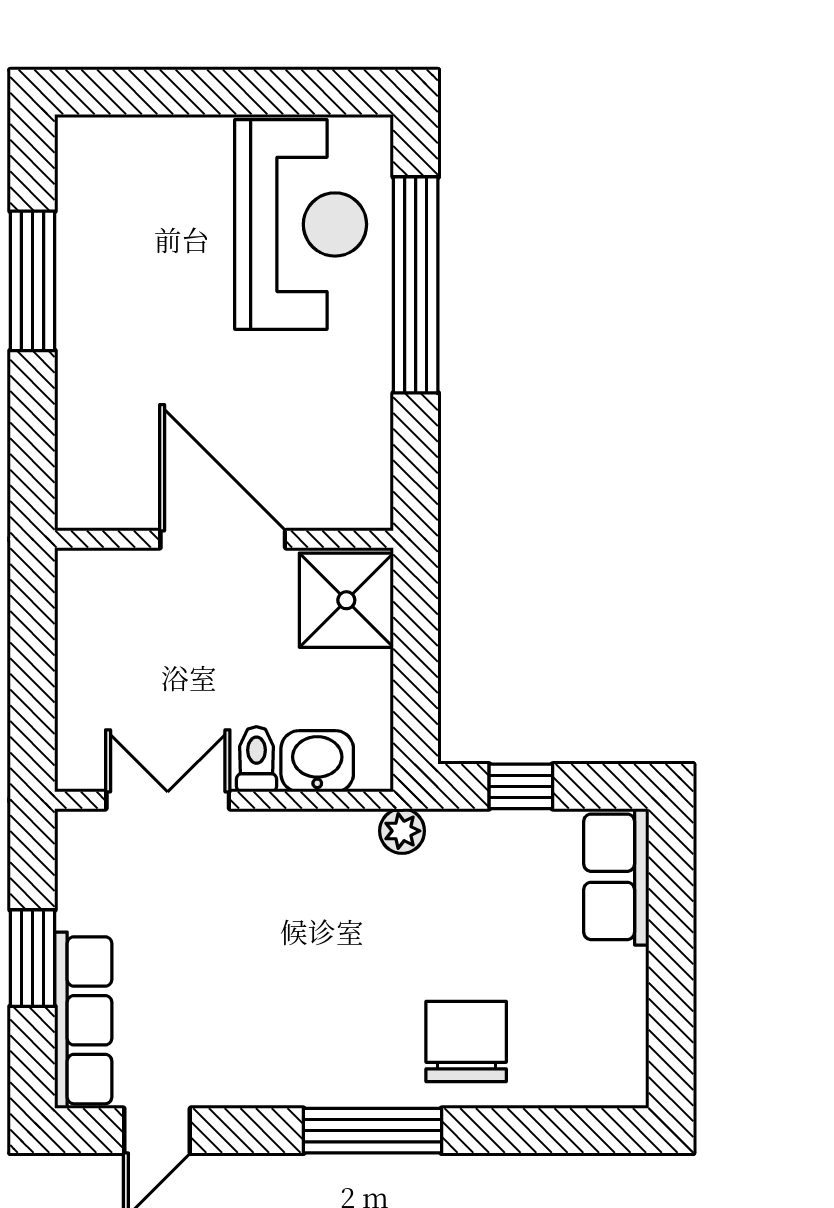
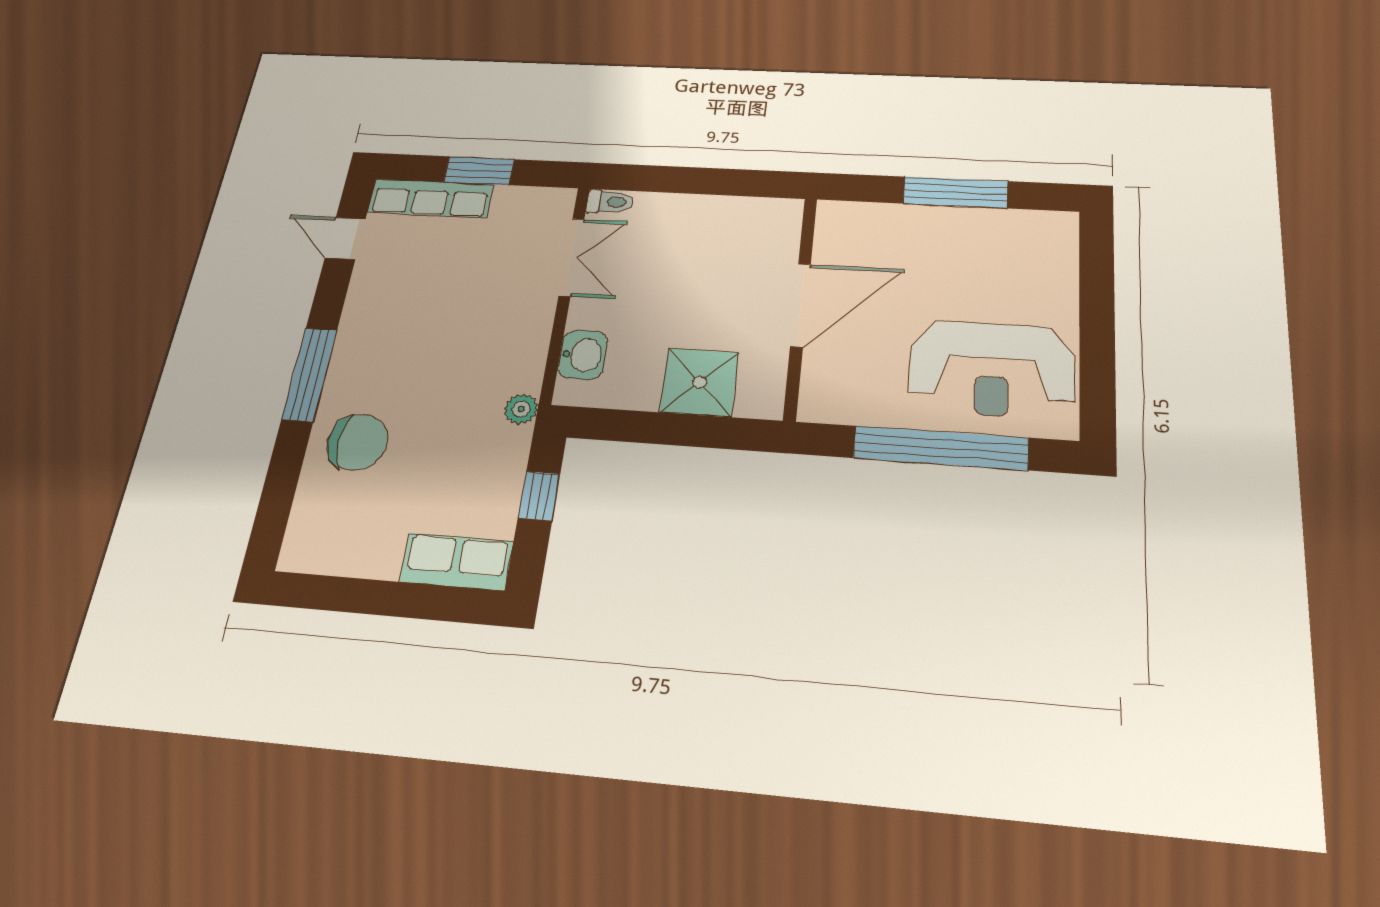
door: (223, 539) -> (801, 305), moved
wall: (224, 539) -> (800, 306), moved
toilet: (256, 759) -> (610, 202), moved

